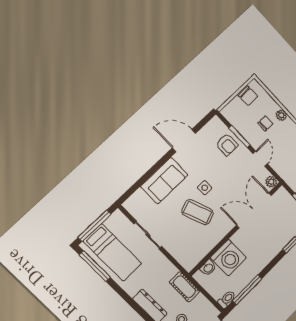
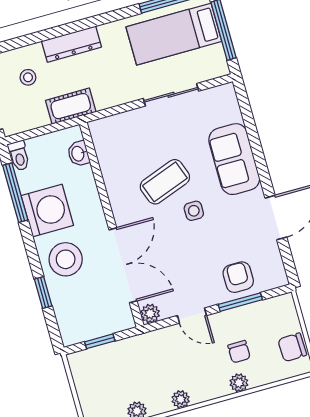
armchair: (227, 145) -> (238, 277), turned 90
stool: (267, 243) -> (66, 259), added
washing machine: (228, 258) -> (47, 210), moved, turned 180

